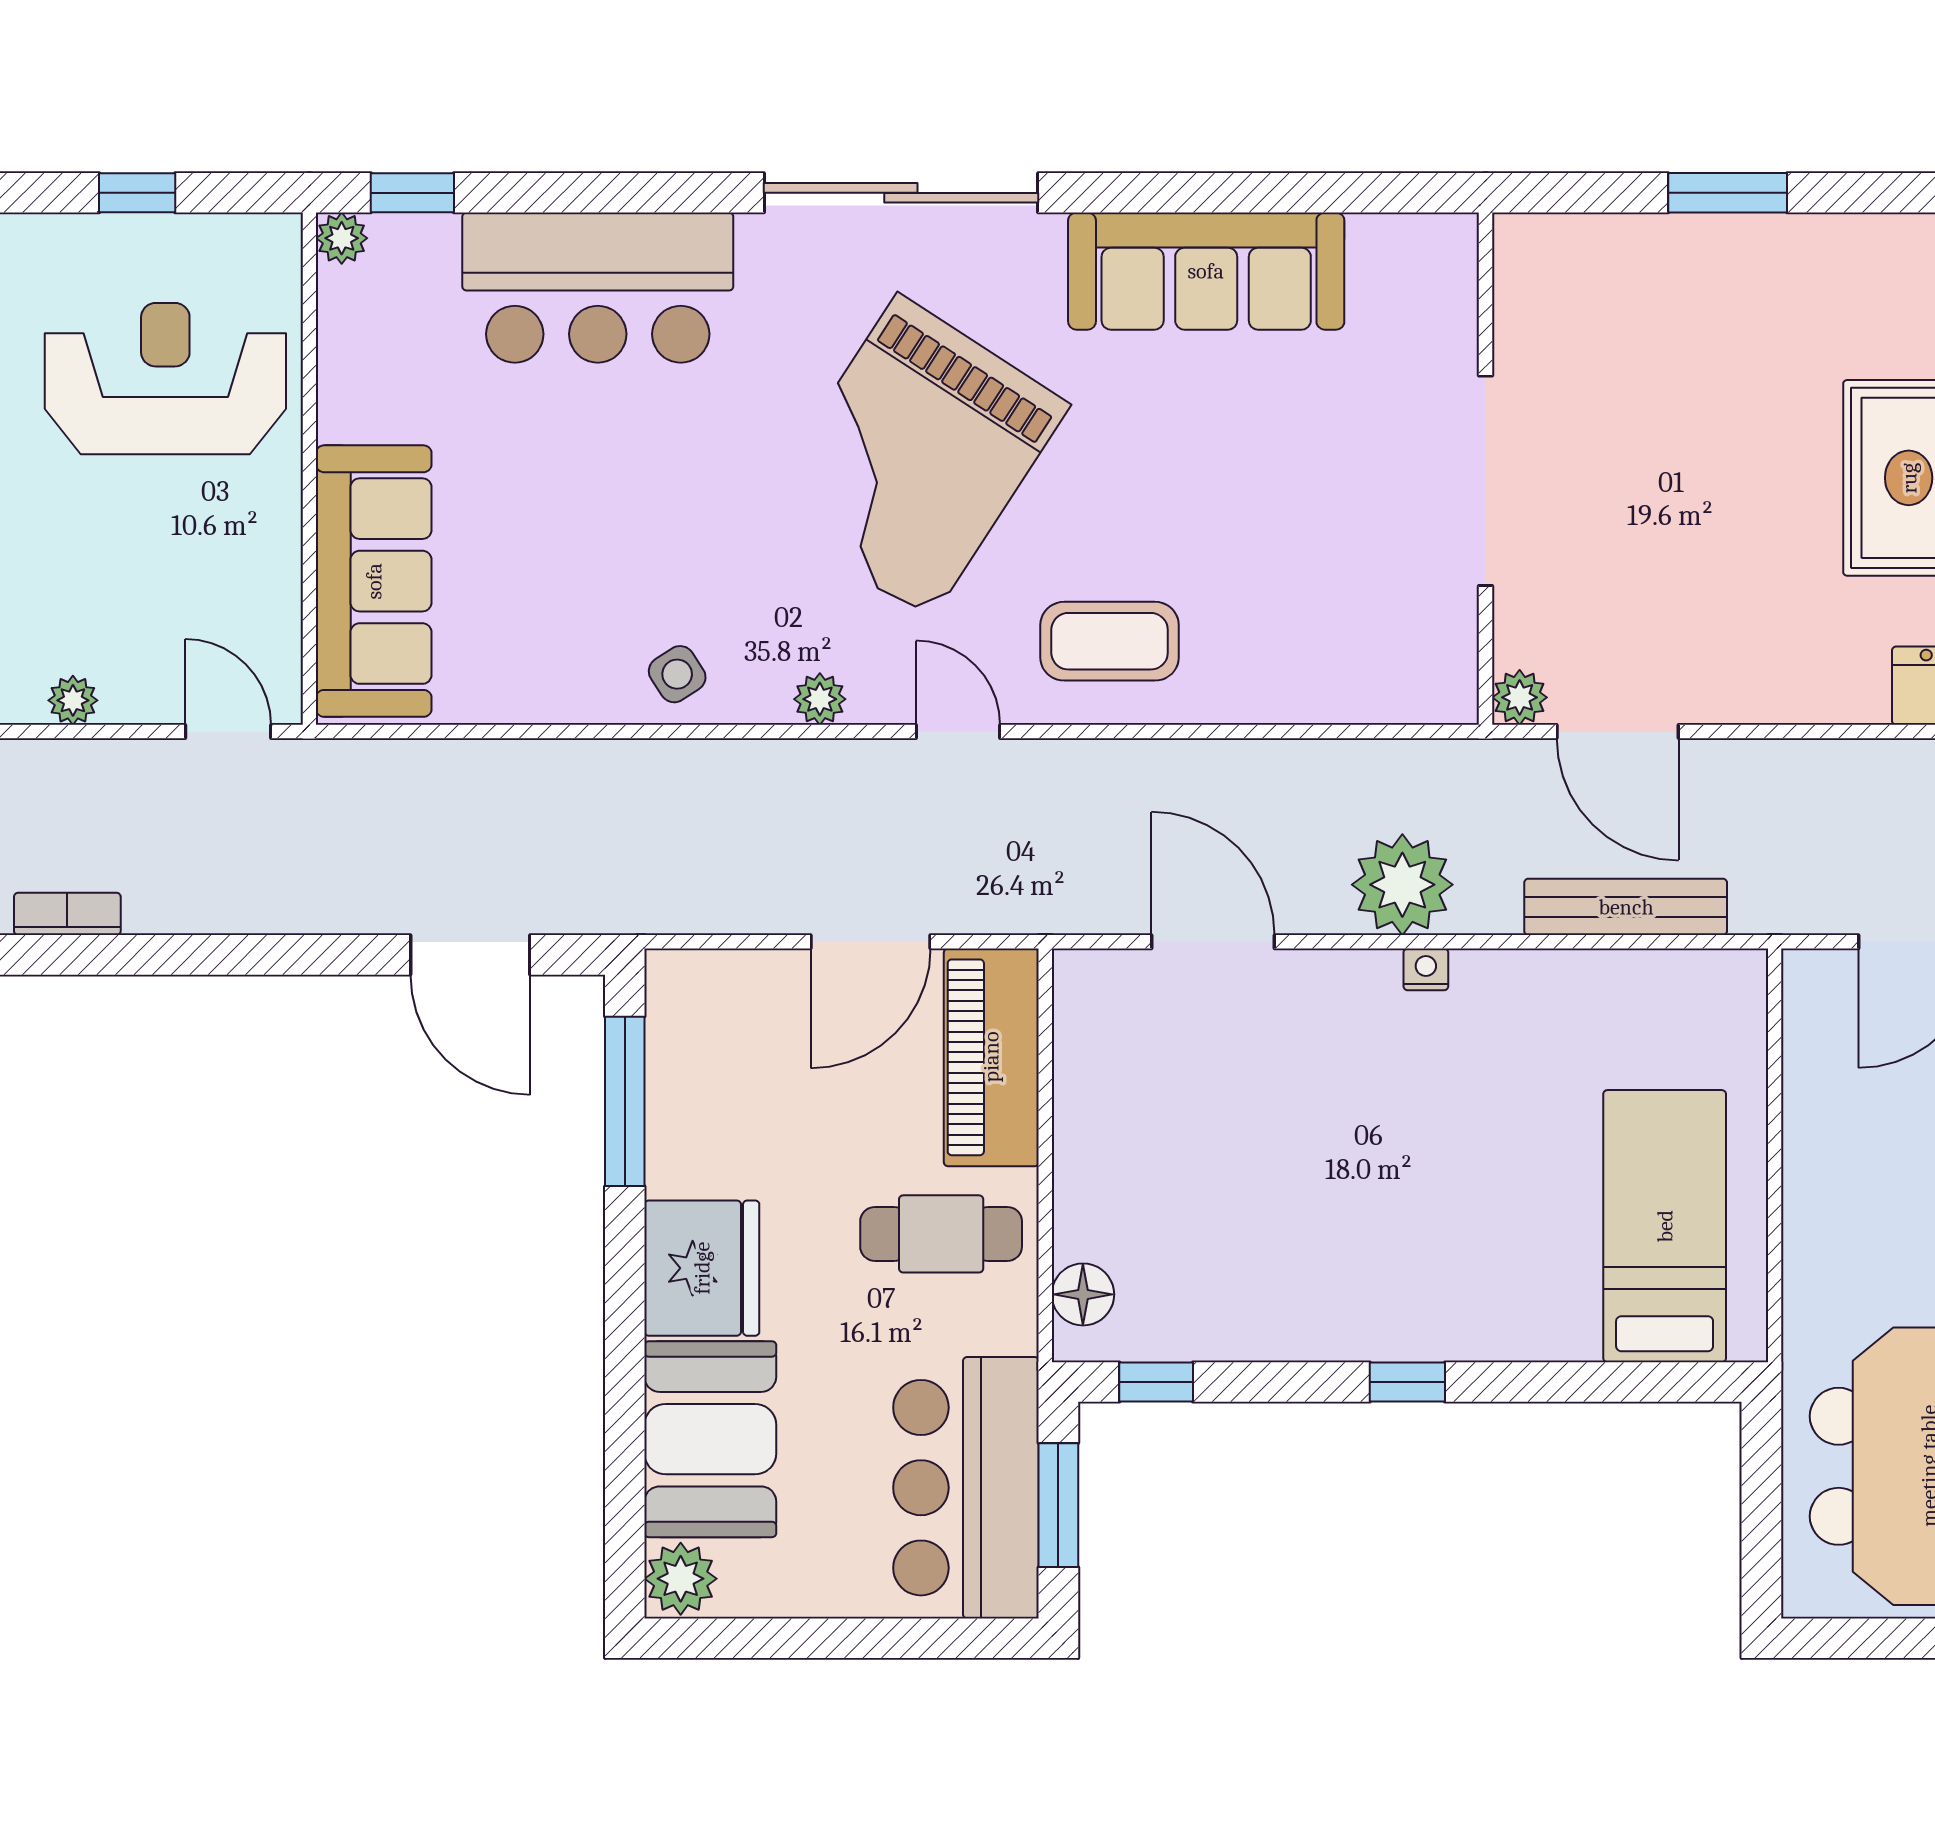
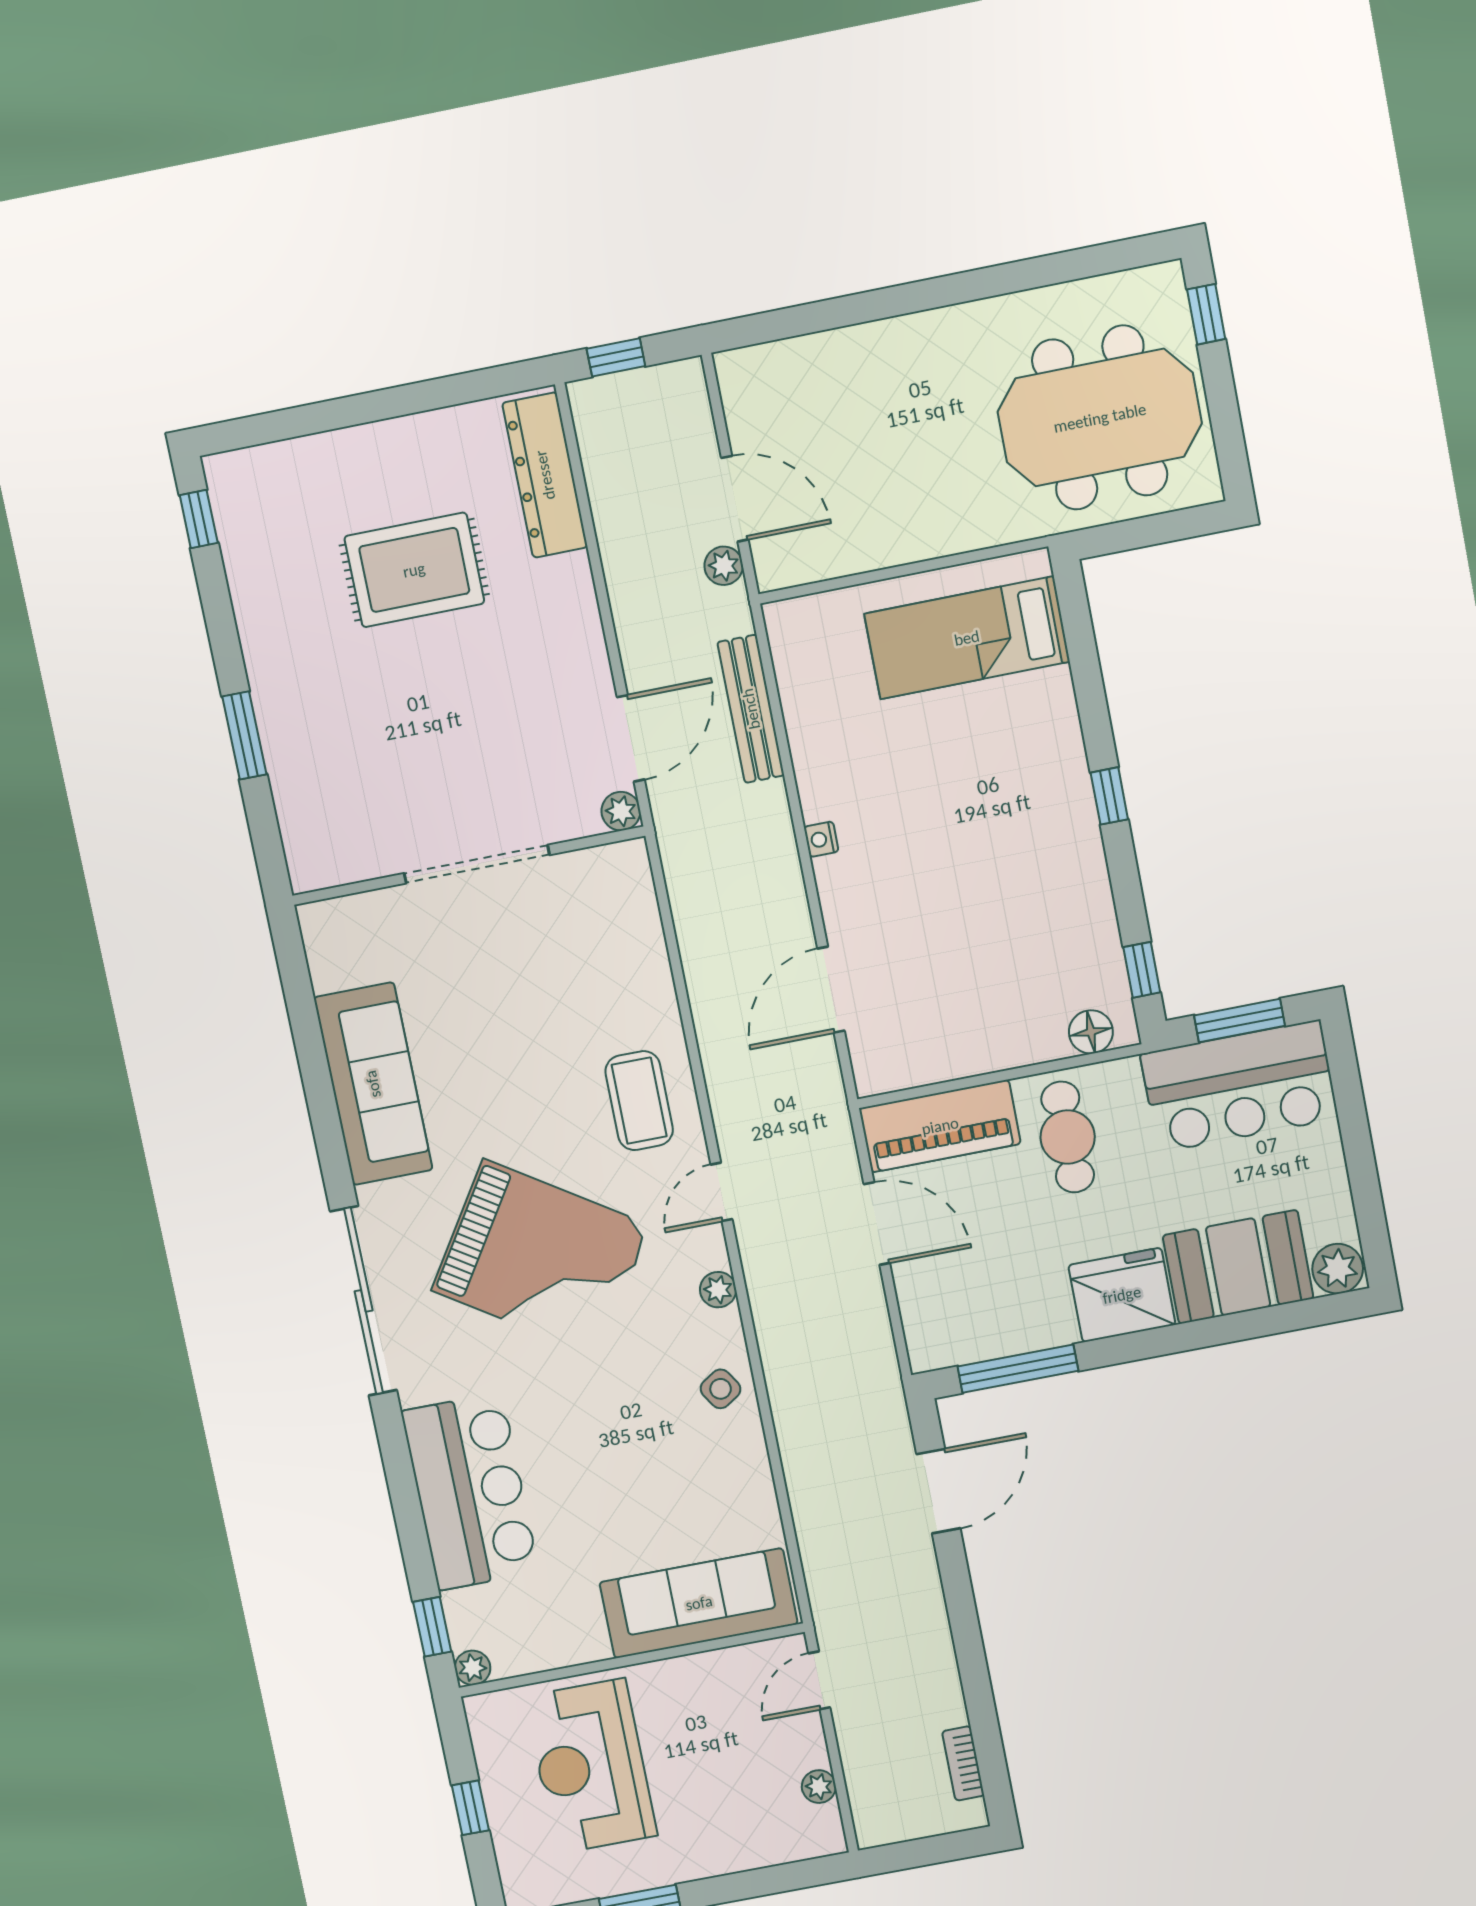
plant: (1402, 885) -> (724, 566), moved, width x0.53, depth x0.53

